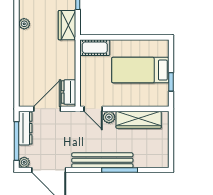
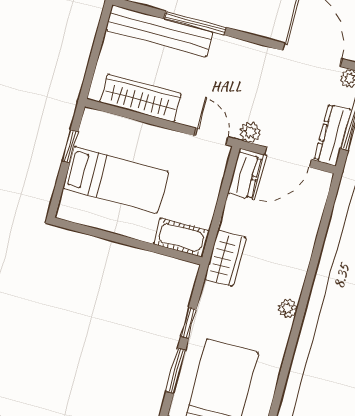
wardrobe: (67, 25) -> (225, 258), moved
plant: (109, 117) -> (250, 132), moved
bench: (102, 160) -> (159, 31), moved

